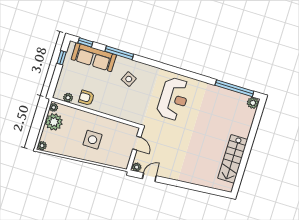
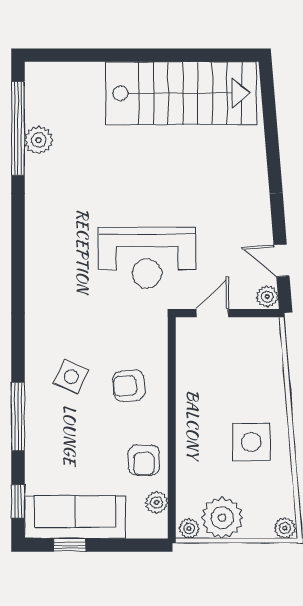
sofa: (94, 57) -> (75, 517), moved, turned -90
reception desk: (174, 99) -> (147, 258), moved, turned 180
armchair: (118, 101) -> (129, 386), added
plant: (253, 103) -> (39, 140), moved
side table: (93, 140) -> (251, 442), moved
stairs: (233, 159) -> (181, 93), width x1.36, depth x1.51

